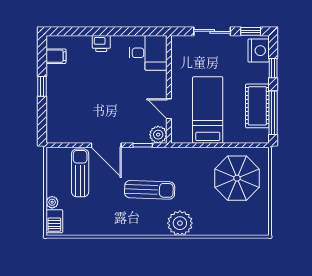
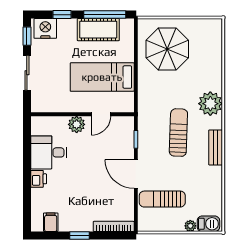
desk: (148, 53) -> (49, 152), moved, turned -90
bookcase: (51, 122) -> (114, 226), added
plant: (158, 135) -> (77, 124), moved
door: (106, 145) -> (136, 174), swing flipped
bench: (134, 229) -> (216, 147), added

